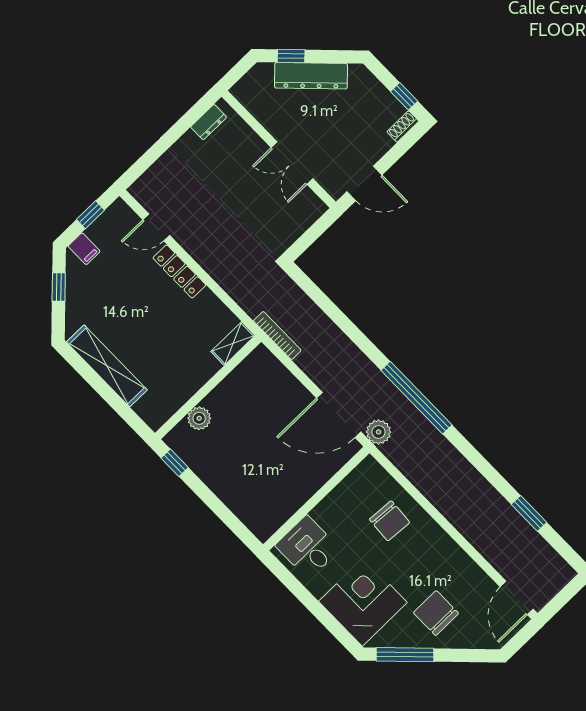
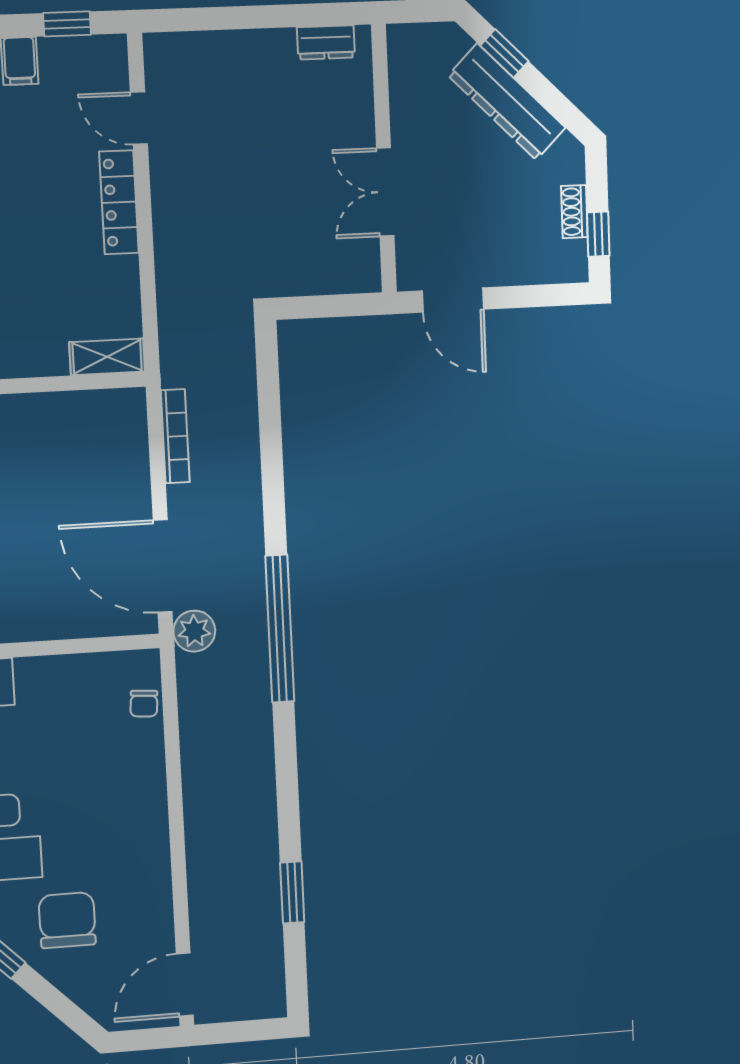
shoe rack: (403, 126) -> (574, 212), moved, turned -90
bookcase: (277, 336) -> (175, 436), moved
chair: (390, 521) -> (144, 704), moved, width x0.54, depth x0.54

